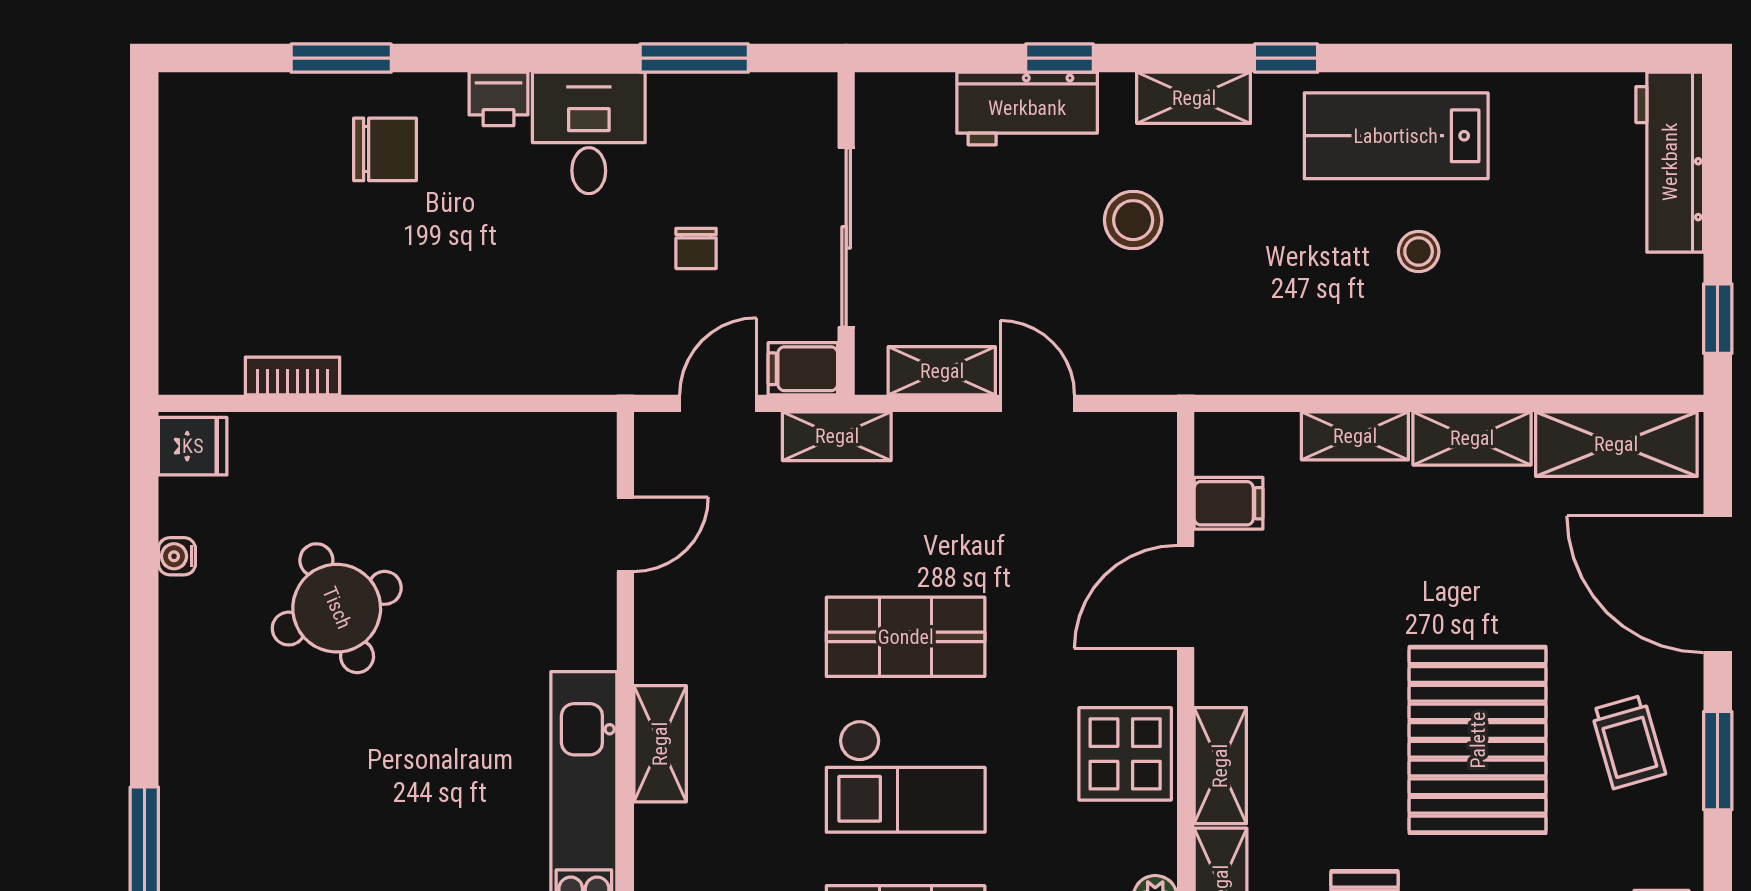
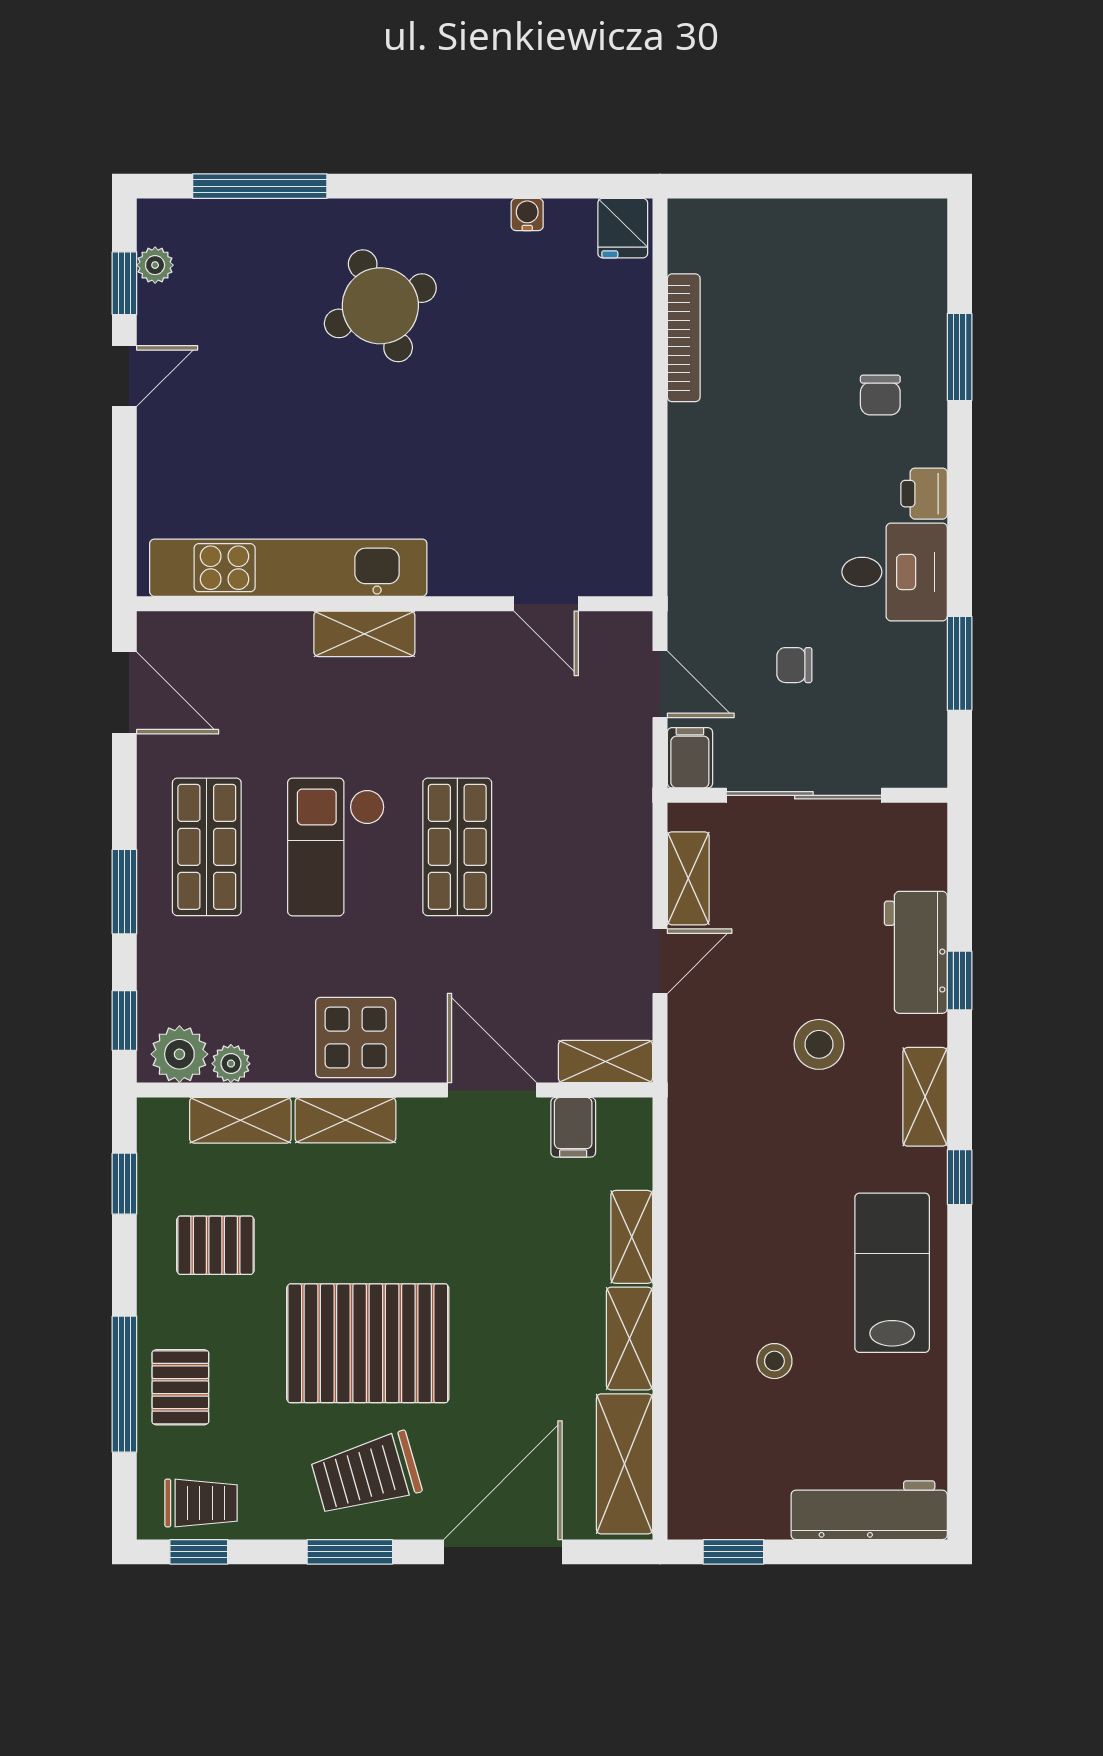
chair: (385, 149) -> (880, 395), width x0.73, depth x0.73
stool: (1419, 252) -> (774, 1361), moved
bookcase: (292, 376) -> (684, 338), width x1.56
shelving: (837, 436) -> (605, 1061), moved, turned 90
round table: (337, 608) -> (380, 306), moved
trolley: (1628, 742) -> (366, 1474), width x1.36, depth x1.39

